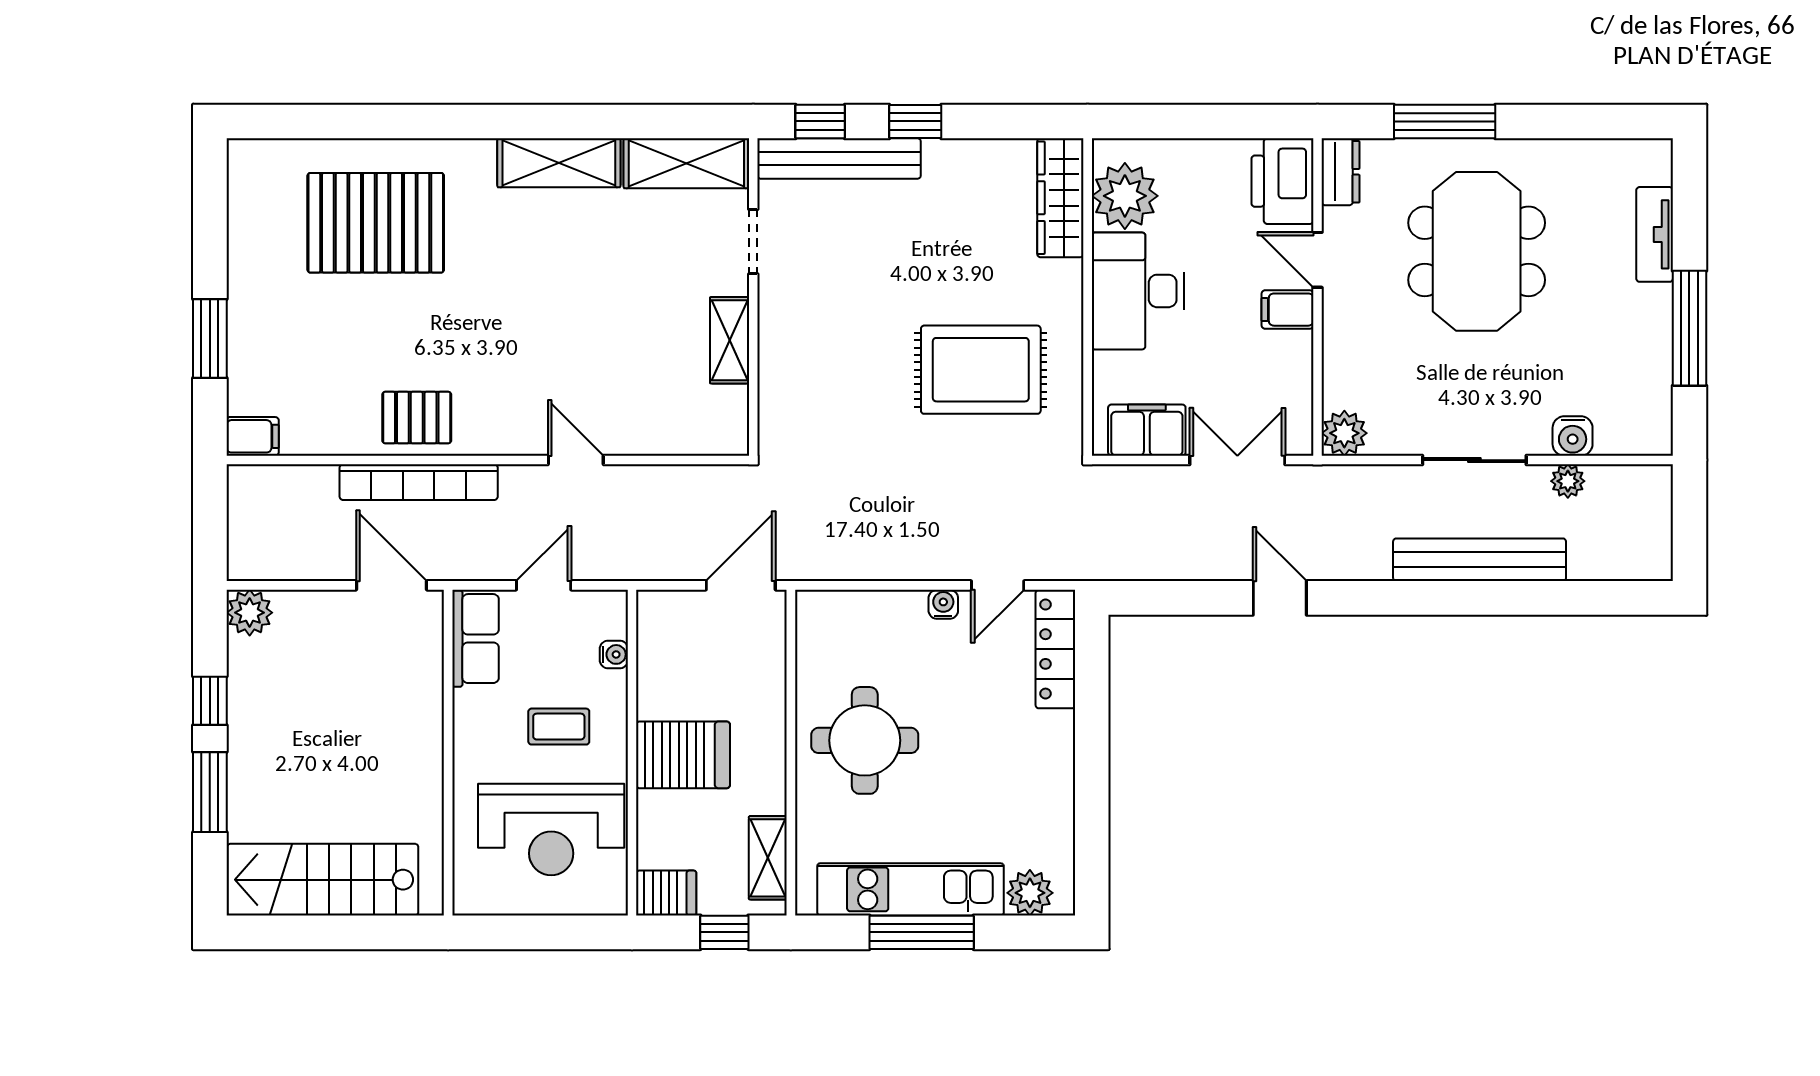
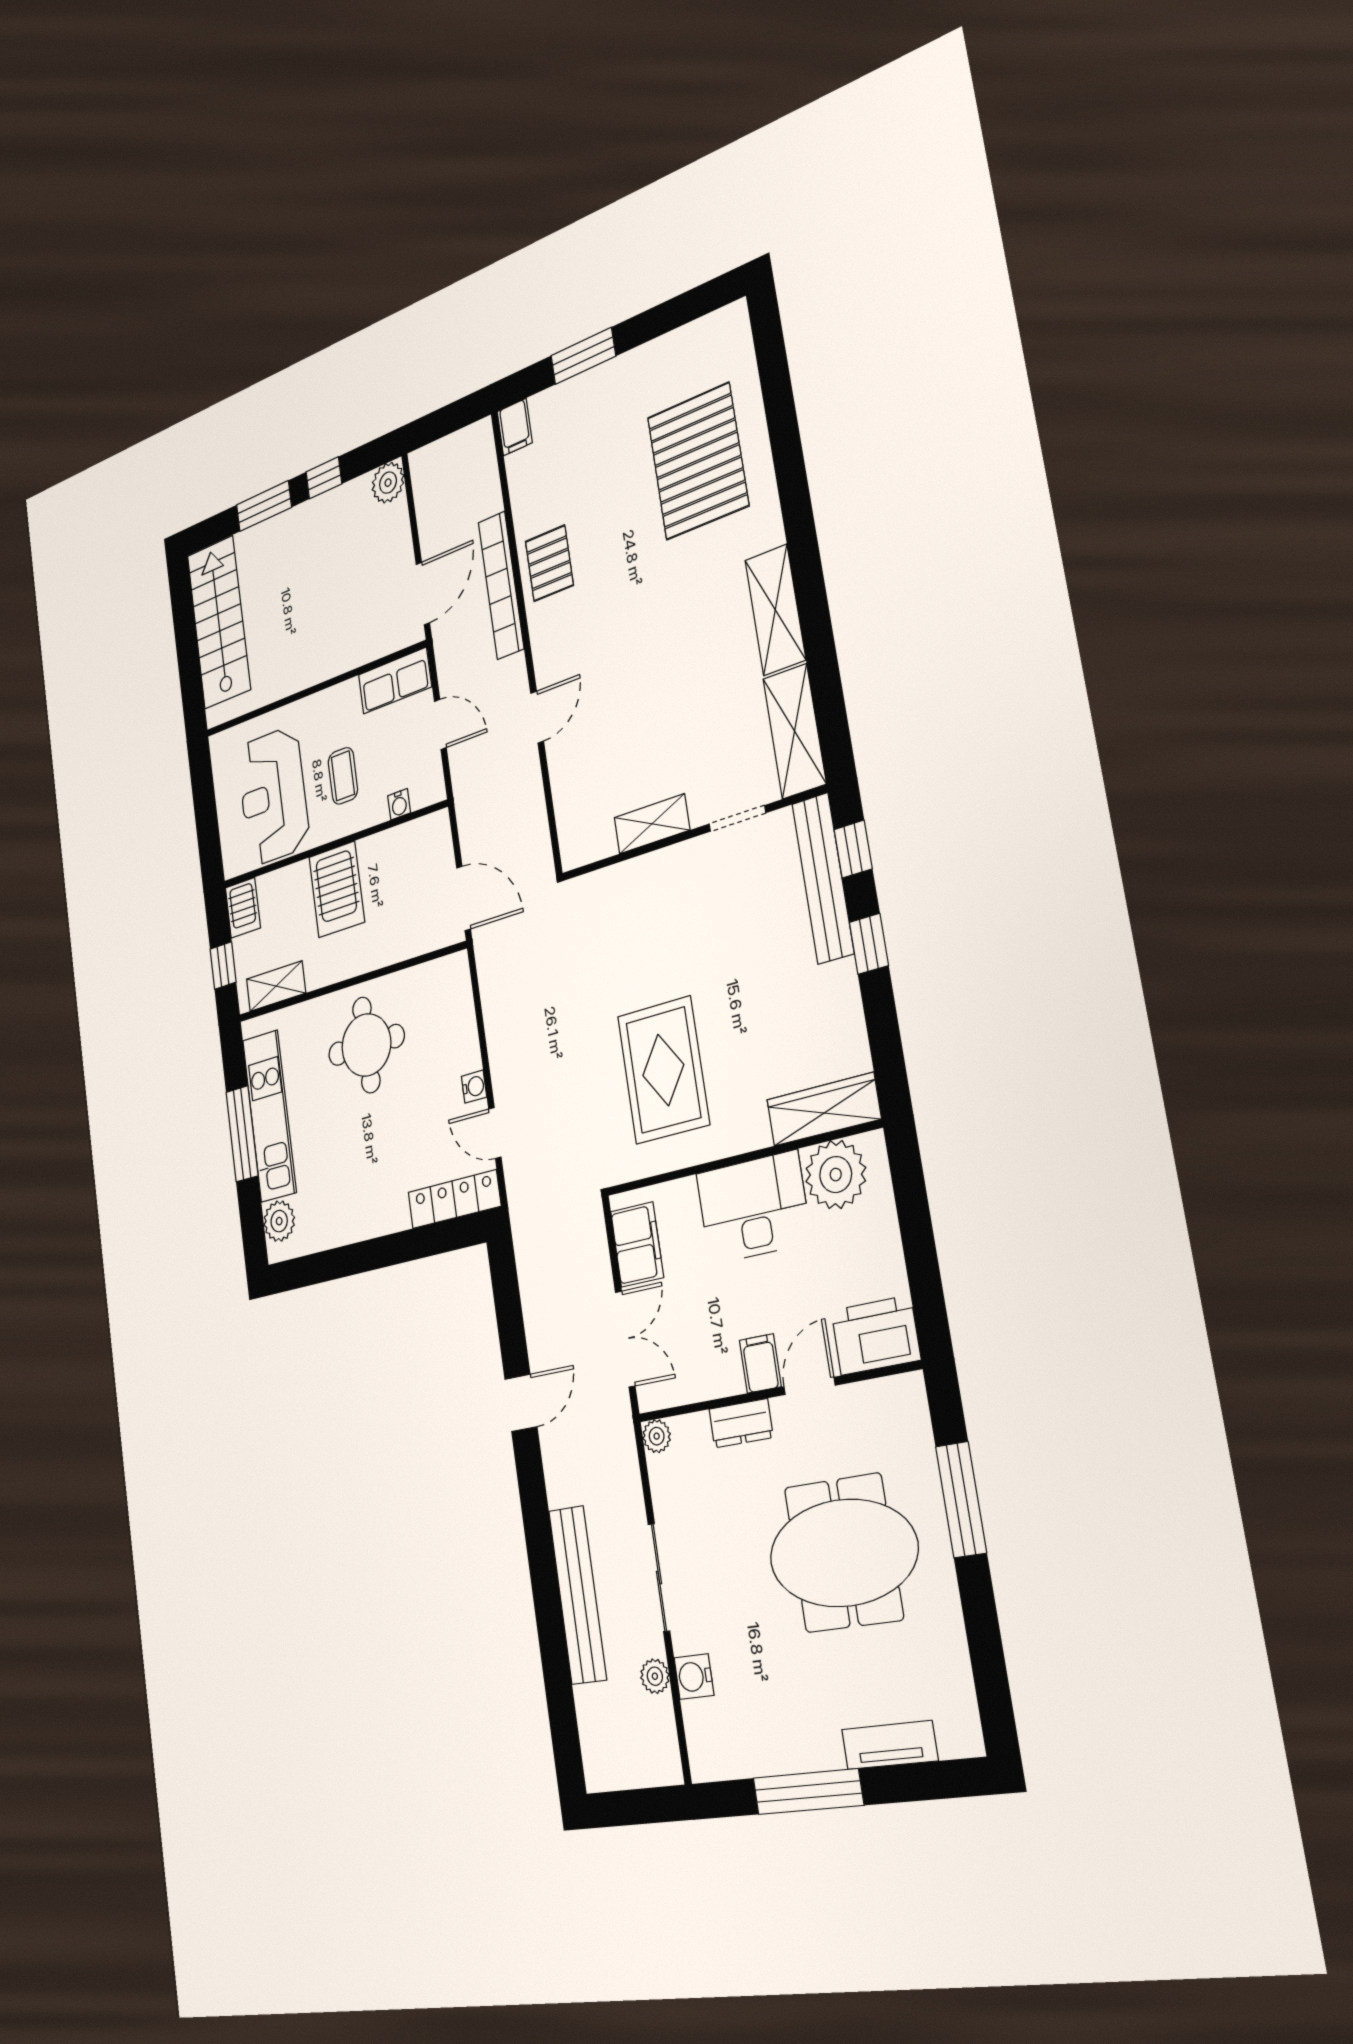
dresser: (1341, 172) -> (741, 1423), moved
plant: (1344, 433) -> (657, 1436), width x0.73, depth x0.73

